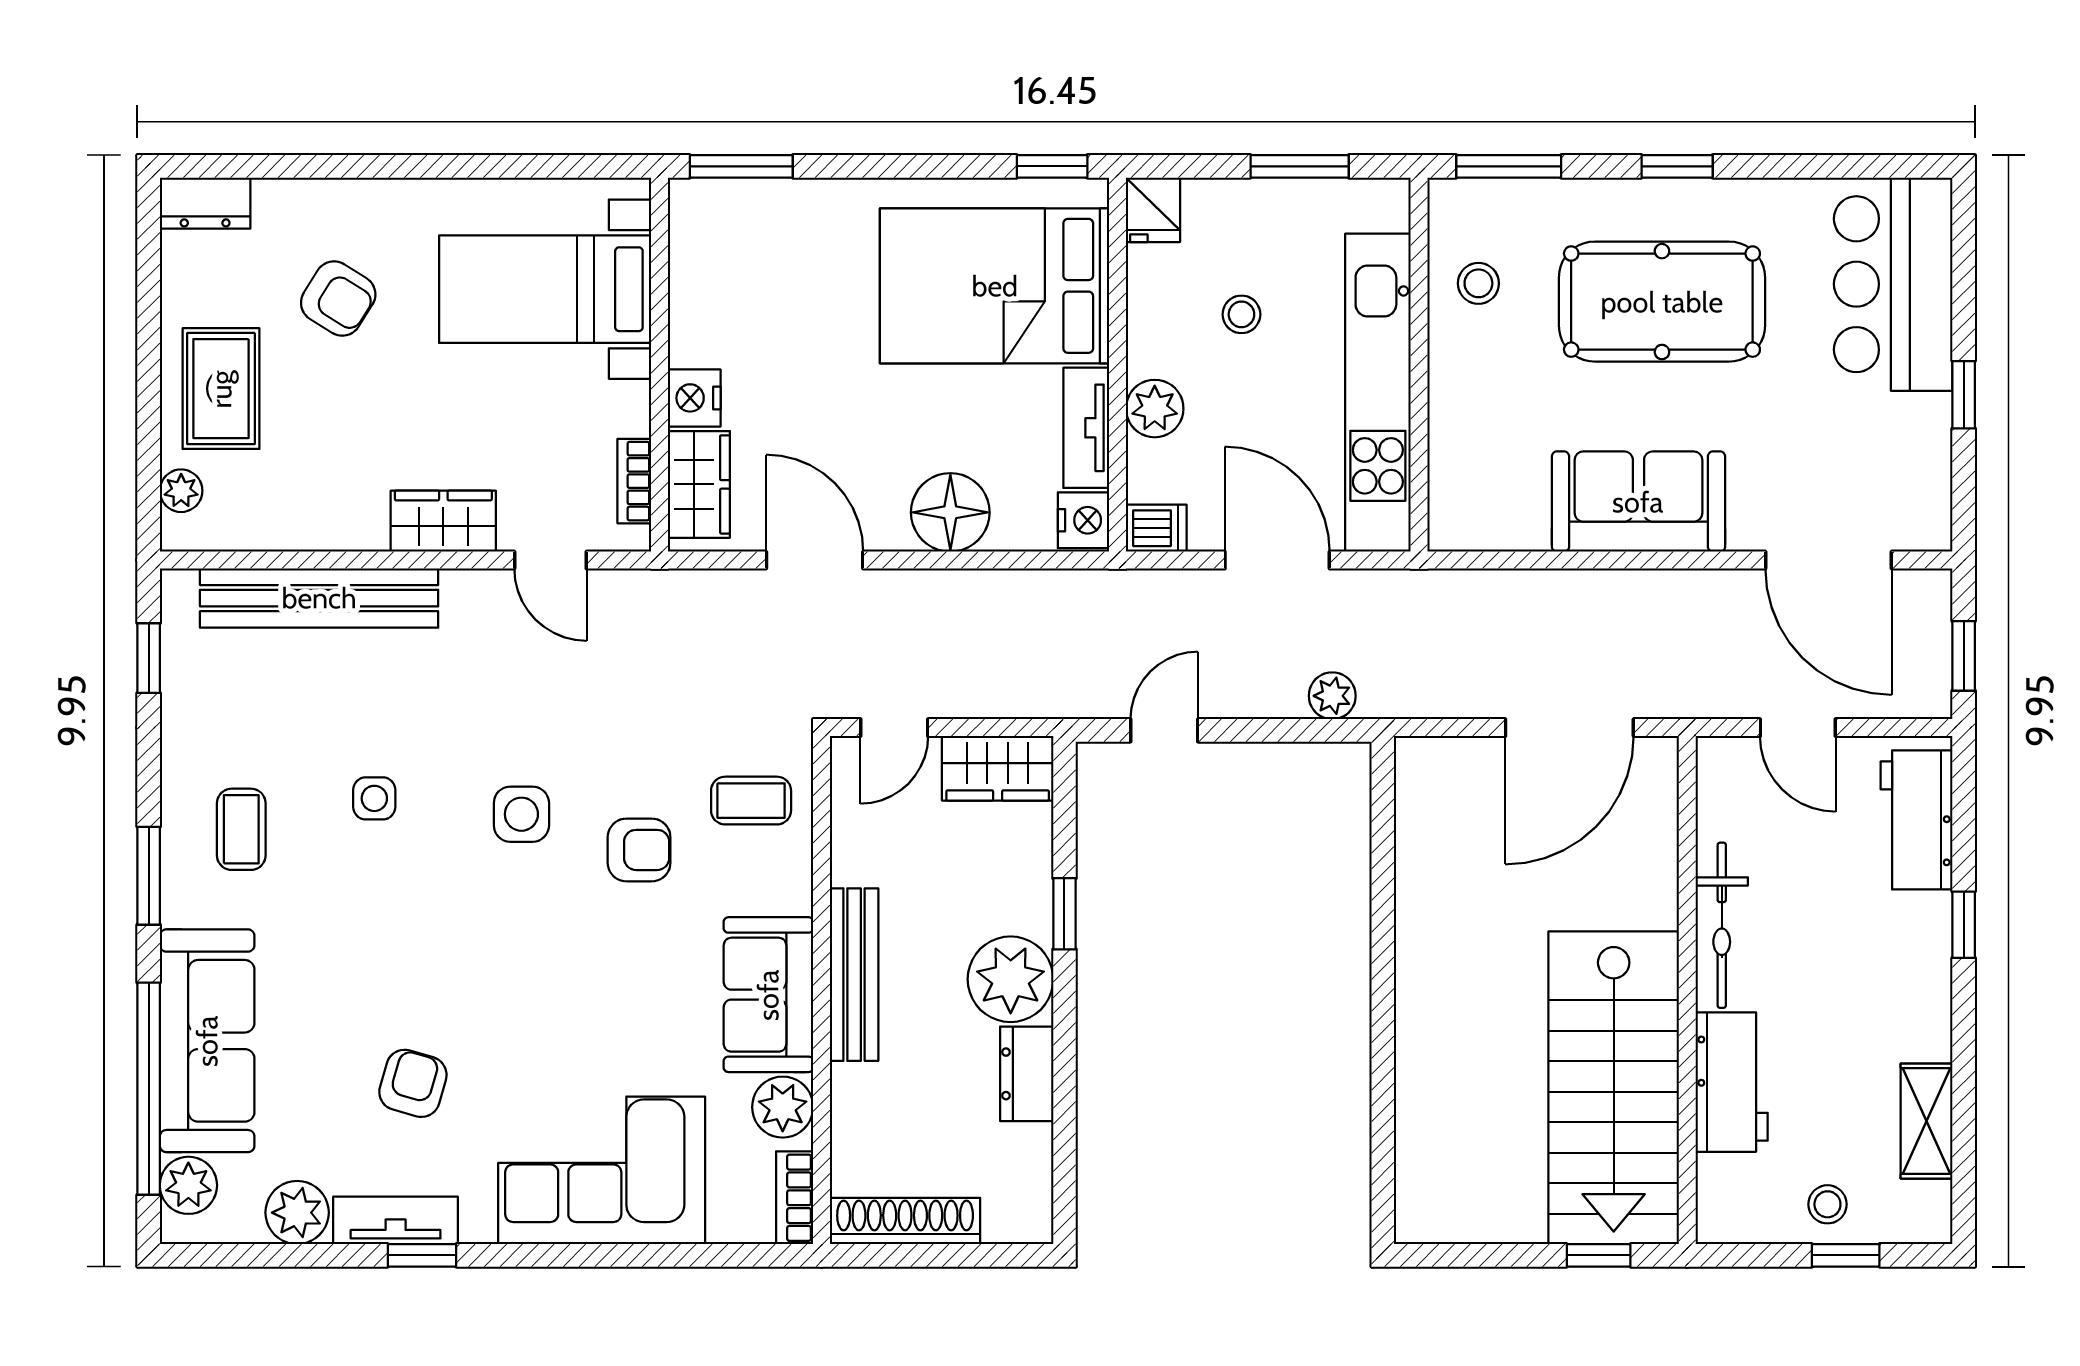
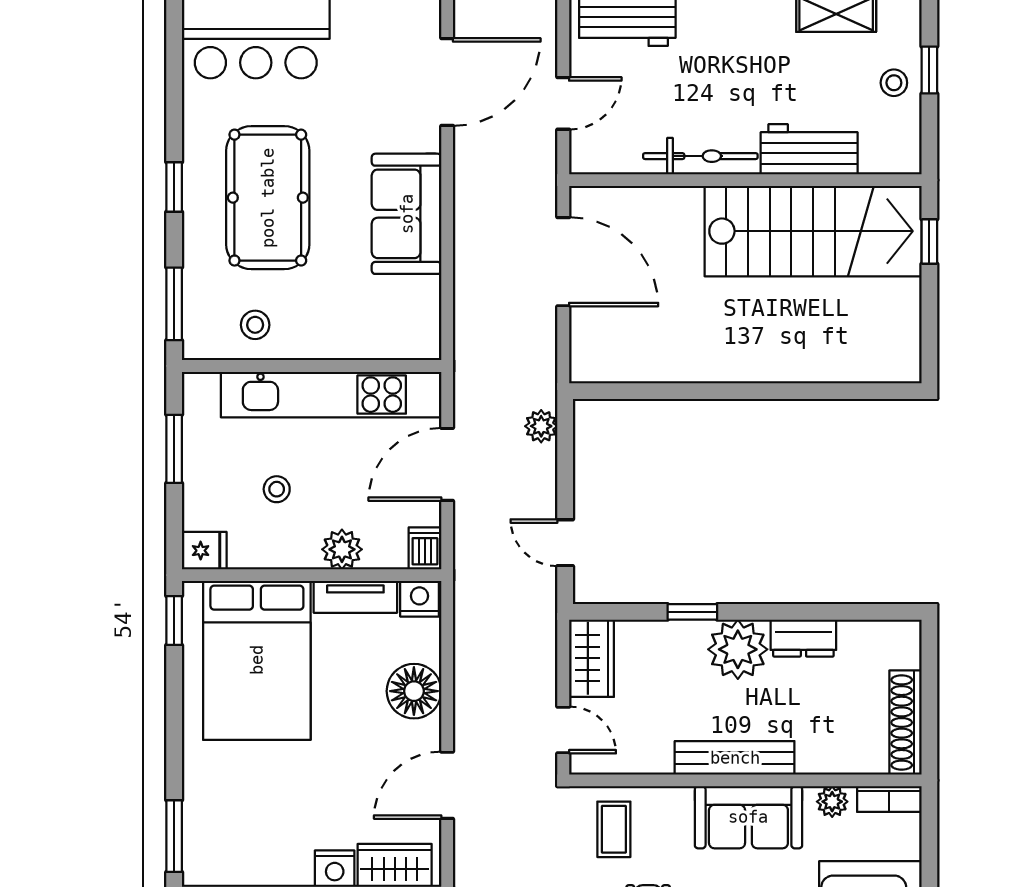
plant: (783, 1107) -> (832, 802), width x0.73, depth x0.73

